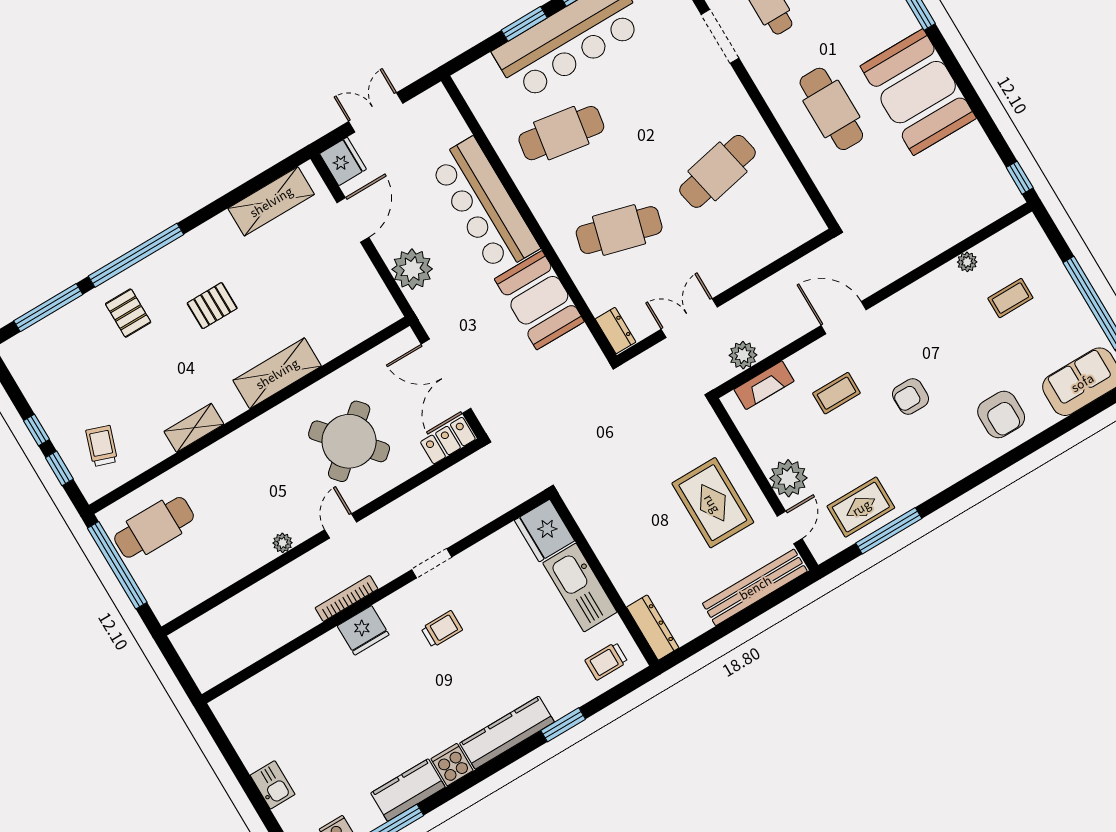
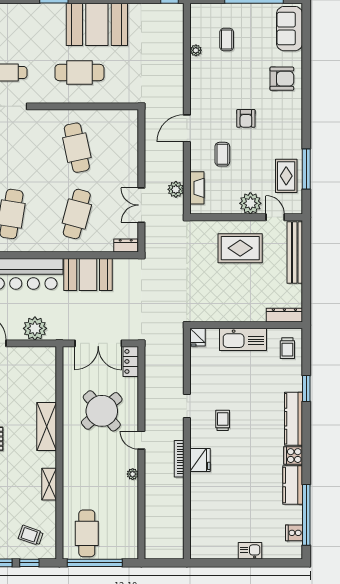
fridge: (544, 531) -> (197, 337), width x0.53, depth x0.75

